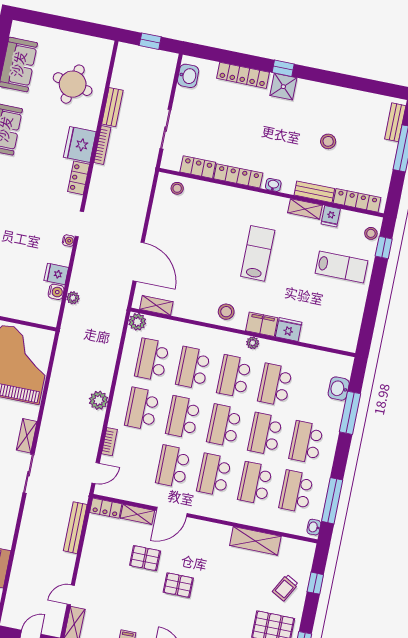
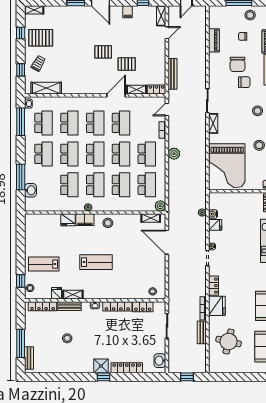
lab bench: (258, 253) -> (96, 262), turned -90
shelving: (255, 541) -> (46, 88), moved

